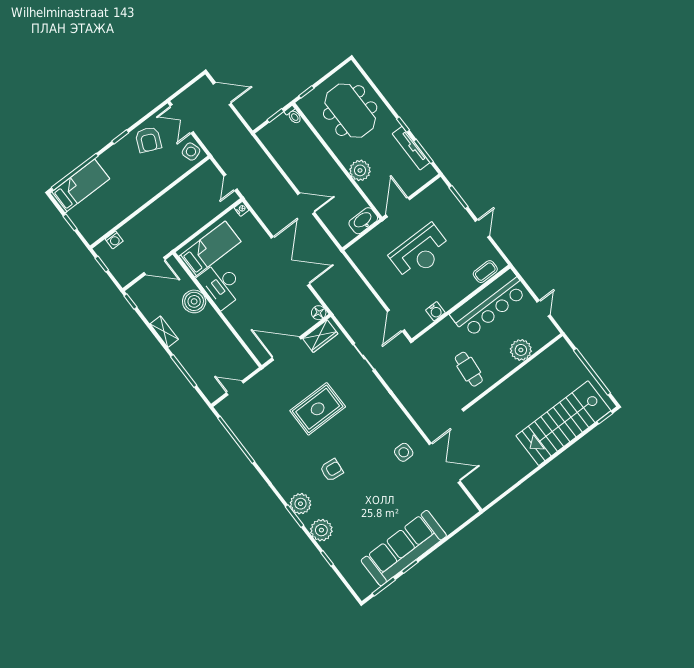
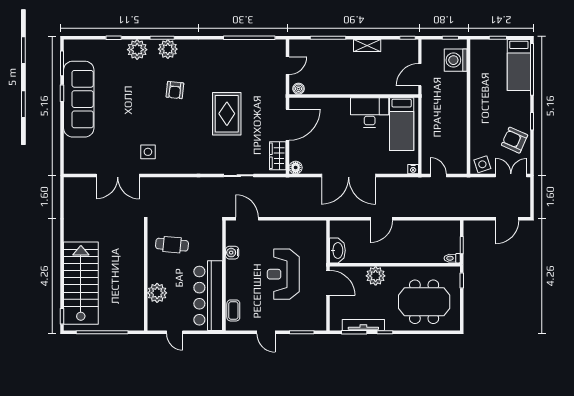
washing machine: (114, 240) -> (456, 60), width x1.89, depth x1.89
boiler: (194, 301) -> (299, 89), moved, width x0.54, depth x0.54

